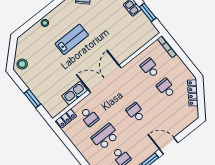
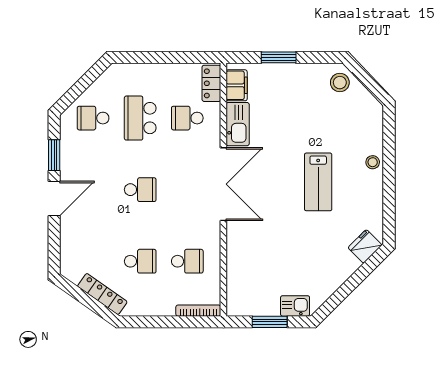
filing cabinet: (58, 107) -> (237, 85), added
school desk: (105, 137) -> (140, 118), turned 180

